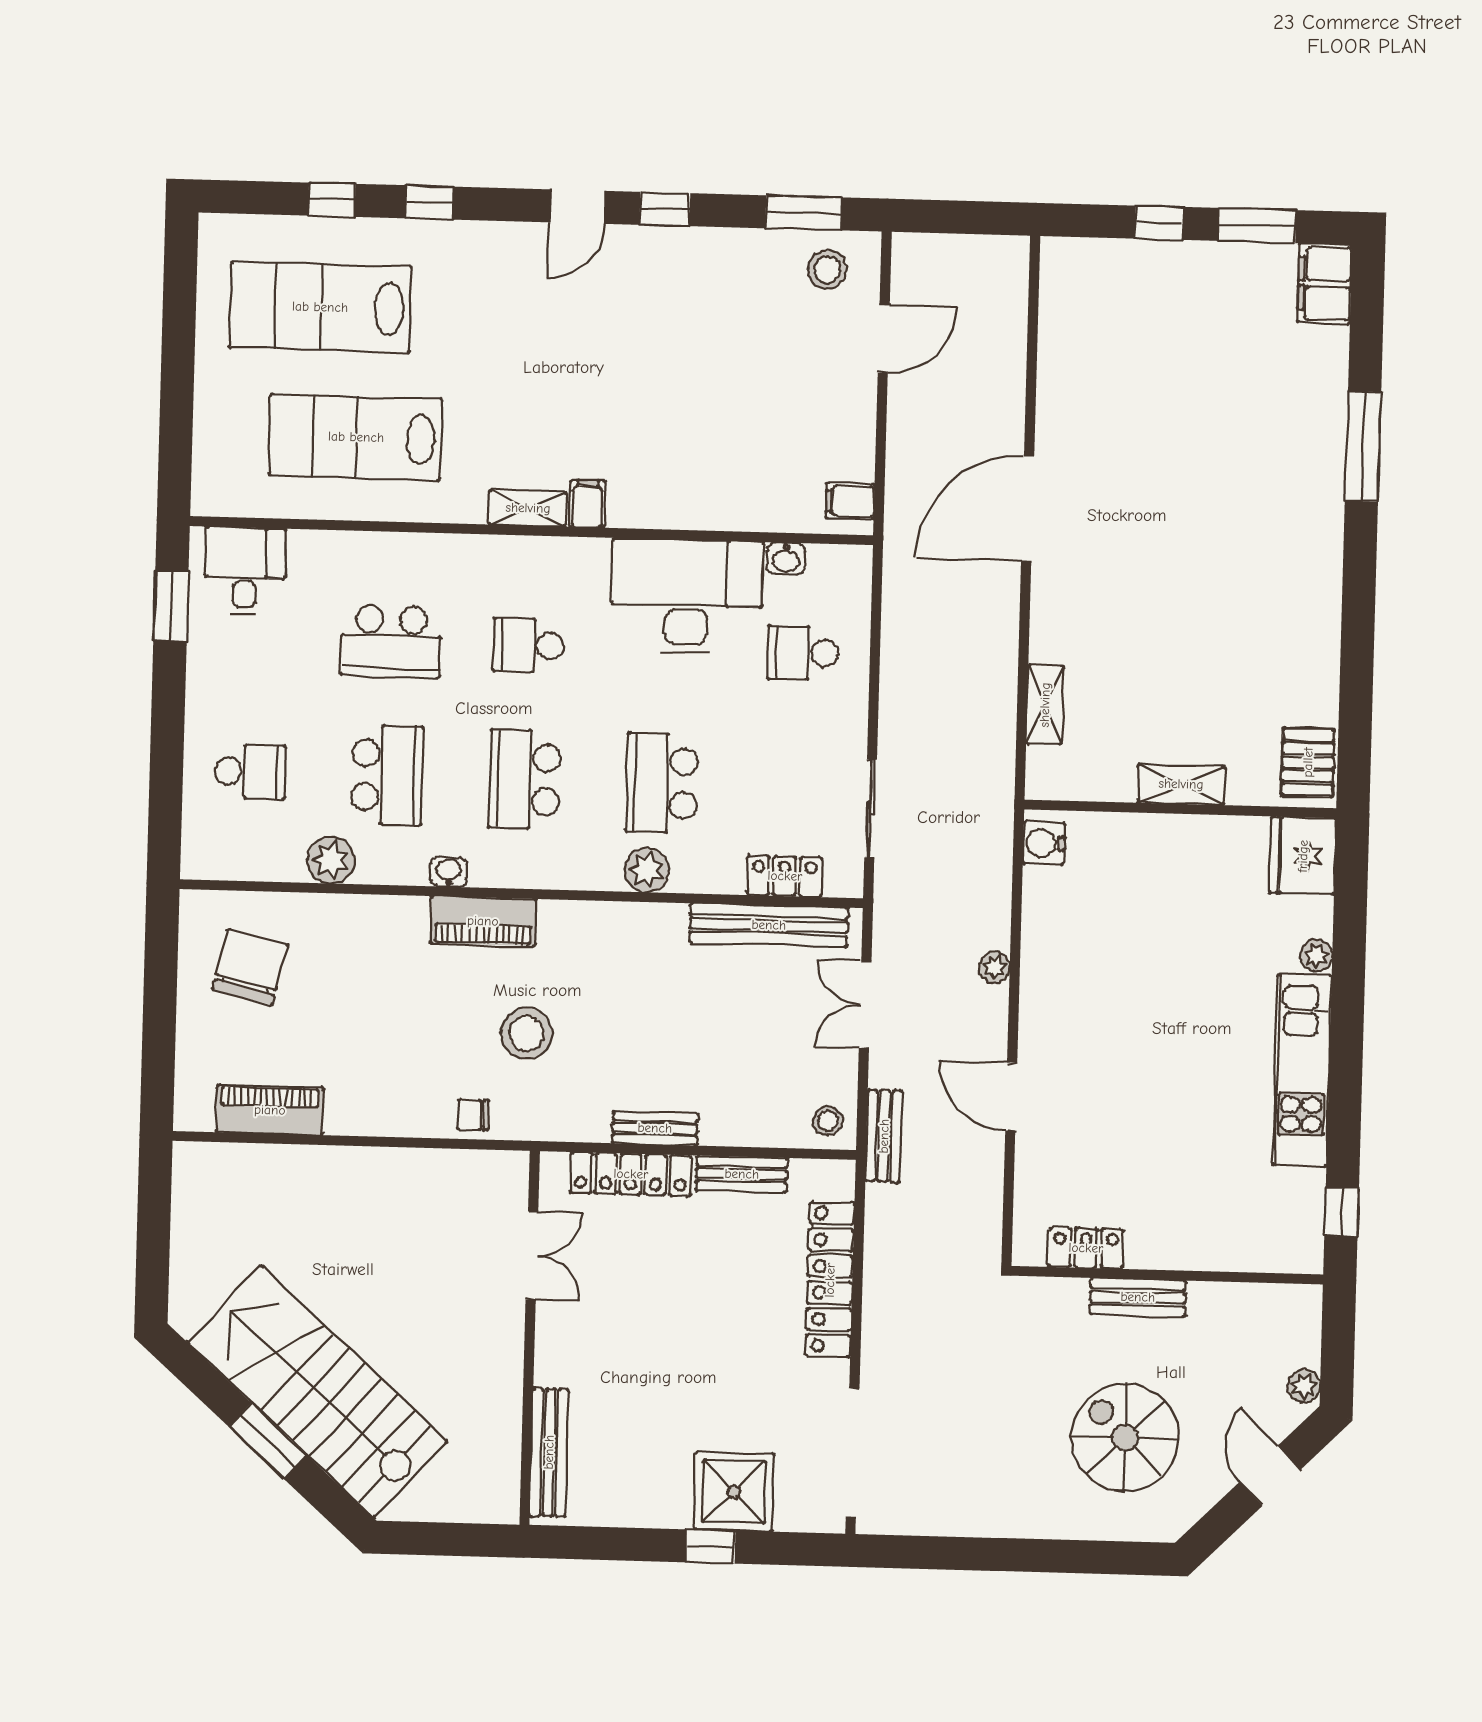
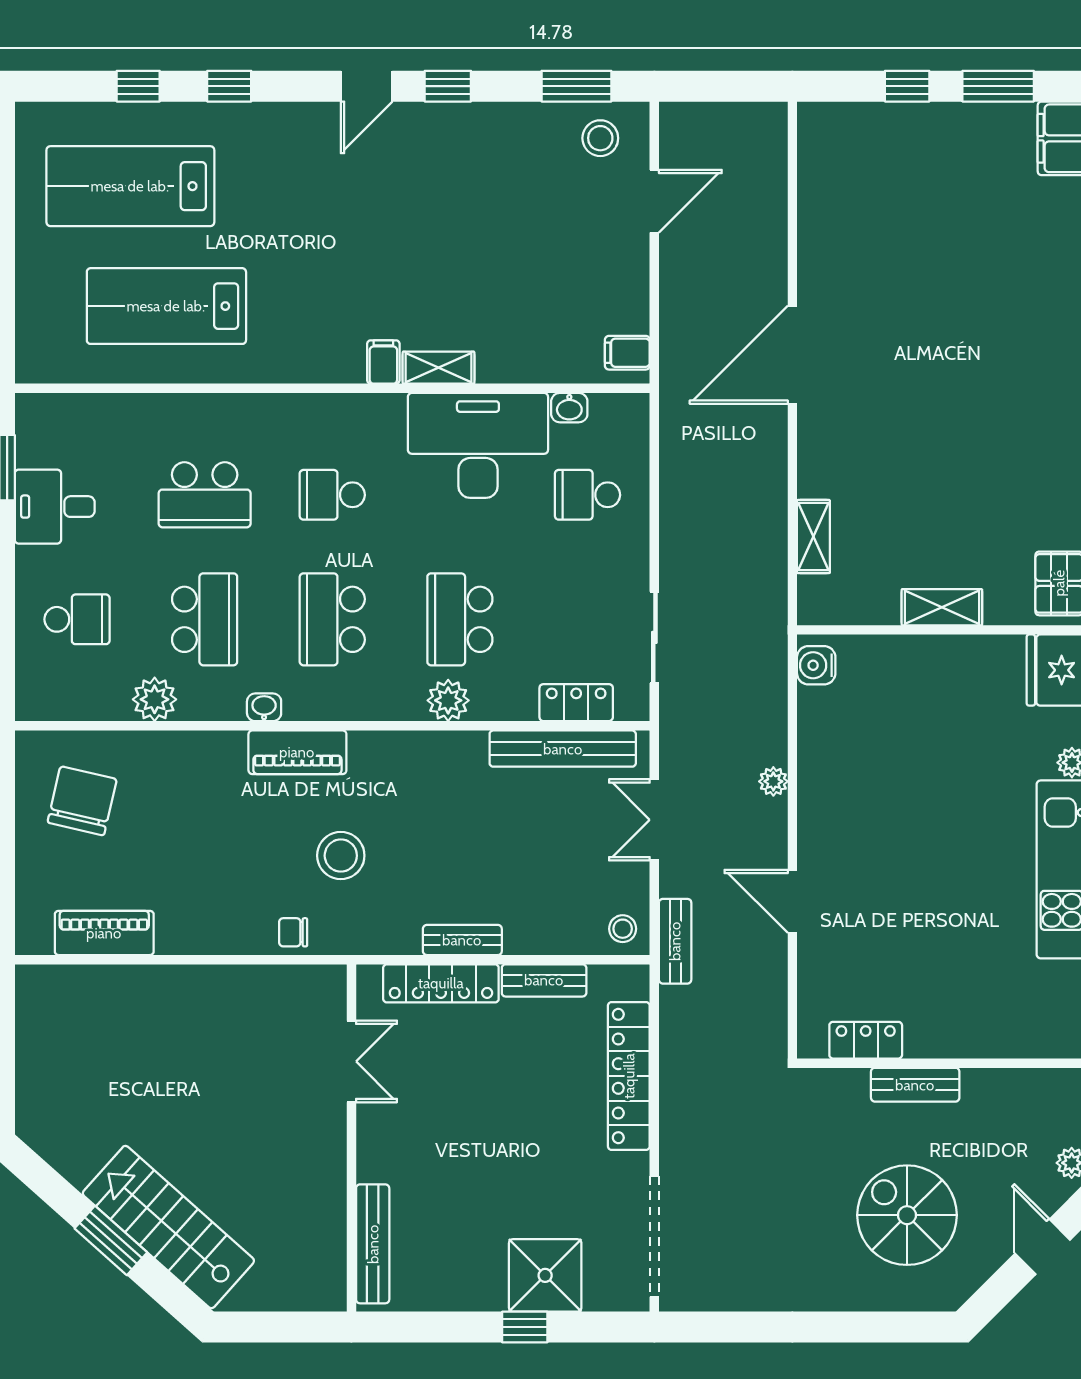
shelving: (528, 508) -> (439, 368), moved
desk: (245, 571) -> (55, 507), moved, turned -90
stairs: (317, 1392) -> (168, 1227), width x0.73, depth x0.66

